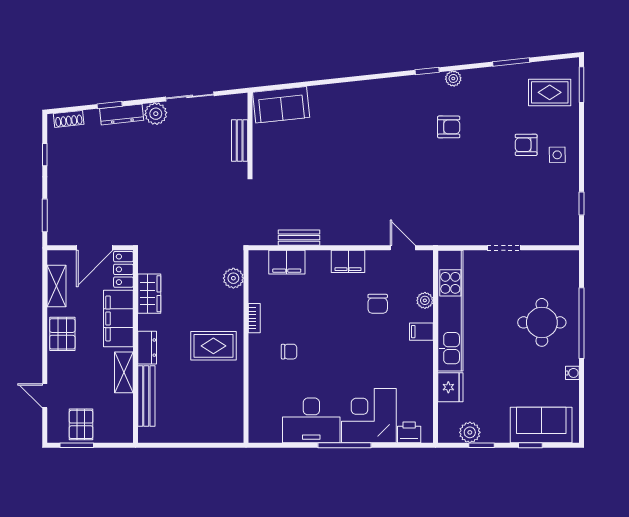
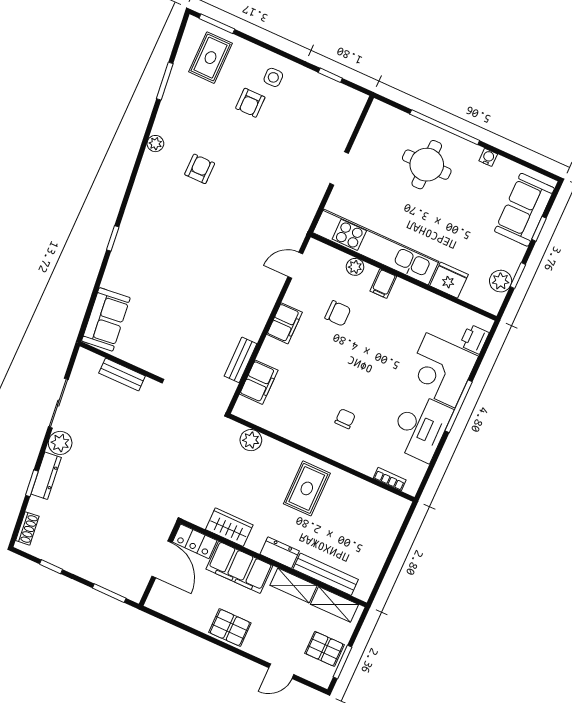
window: (427, 71) -> (113, 238), moved
shelving: (56, 286) -> (334, 604), moved
bookcase: (254, 318) -> (390, 479), moved

